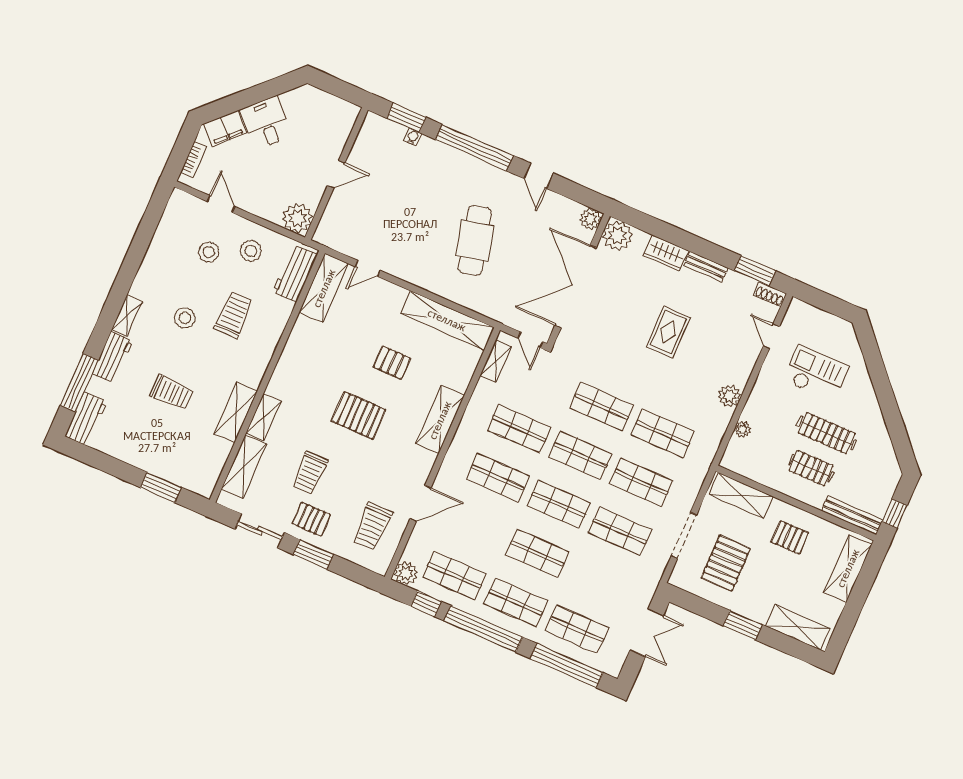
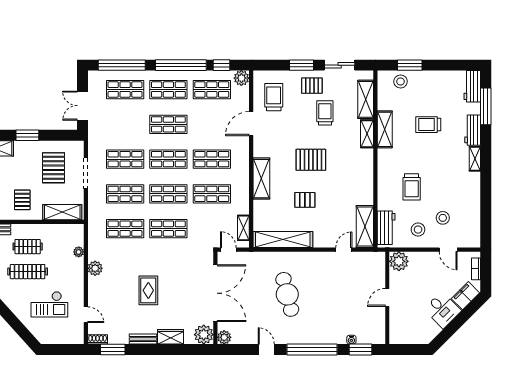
stool: (185, 318) -> (401, 81), moved
pallet: (790, 537) -> (22, 200), turned 90

